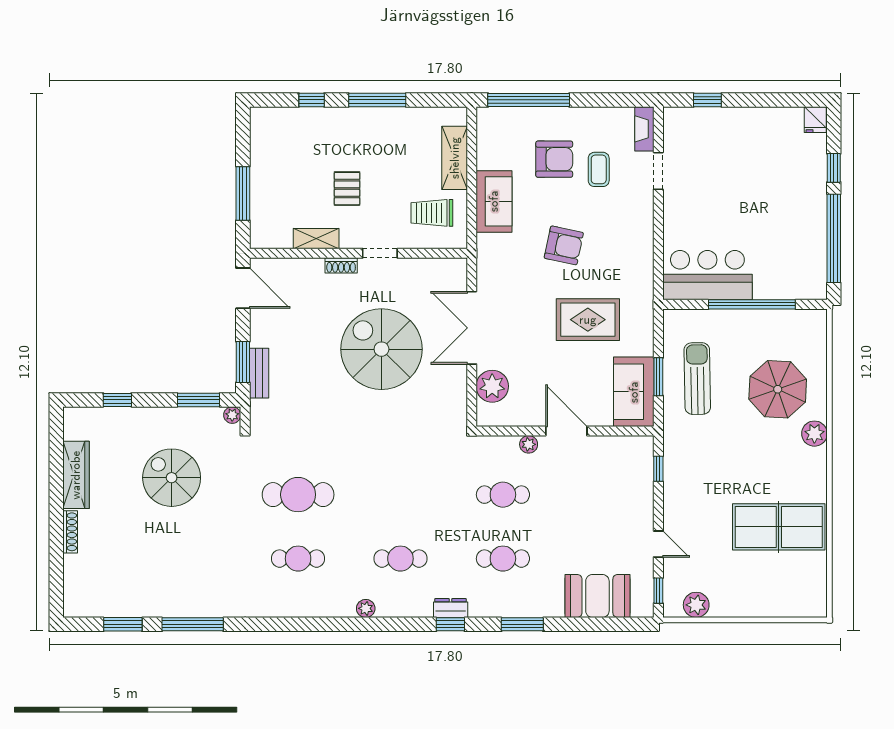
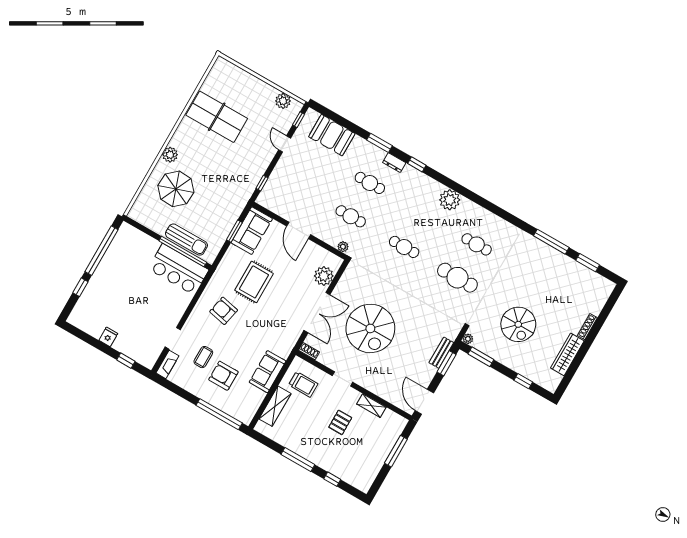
fridge: (815, 120) -> (108, 337), moved
armchair: (564, 245) -> (224, 311), moved
shoe rack: (341, 265) -> (309, 351), moved
window: (752, 304) -> (183, 252), moved
rug: (588, 320) -> (254, 282), turned 90
sun lounger: (697, 379) -> (186, 240), moved, turned -89
plant: (529, 444) -> (343, 247), moved
cafe table: (400, 559) -> (404, 247), moved
plant: (366, 608) -> (450, 200), width x1.88, depth x1.88
dresser: (451, 608) -> (394, 163), moved

